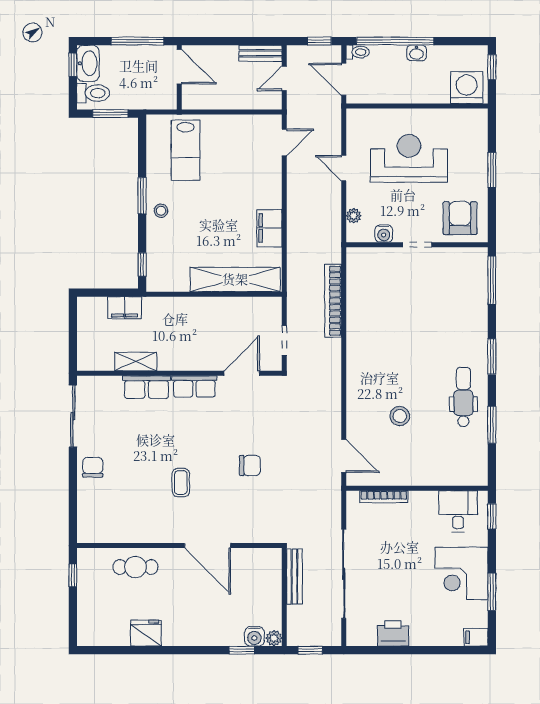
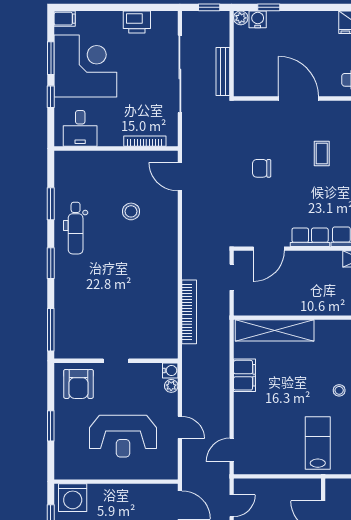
water cooler: (384, 234) -> (170, 370), moved, turned 90
window: (492, 516) -> (51, 97), moved
corner desk: (462, 573) -> (85, 66), width x1.36, depth x1.36

